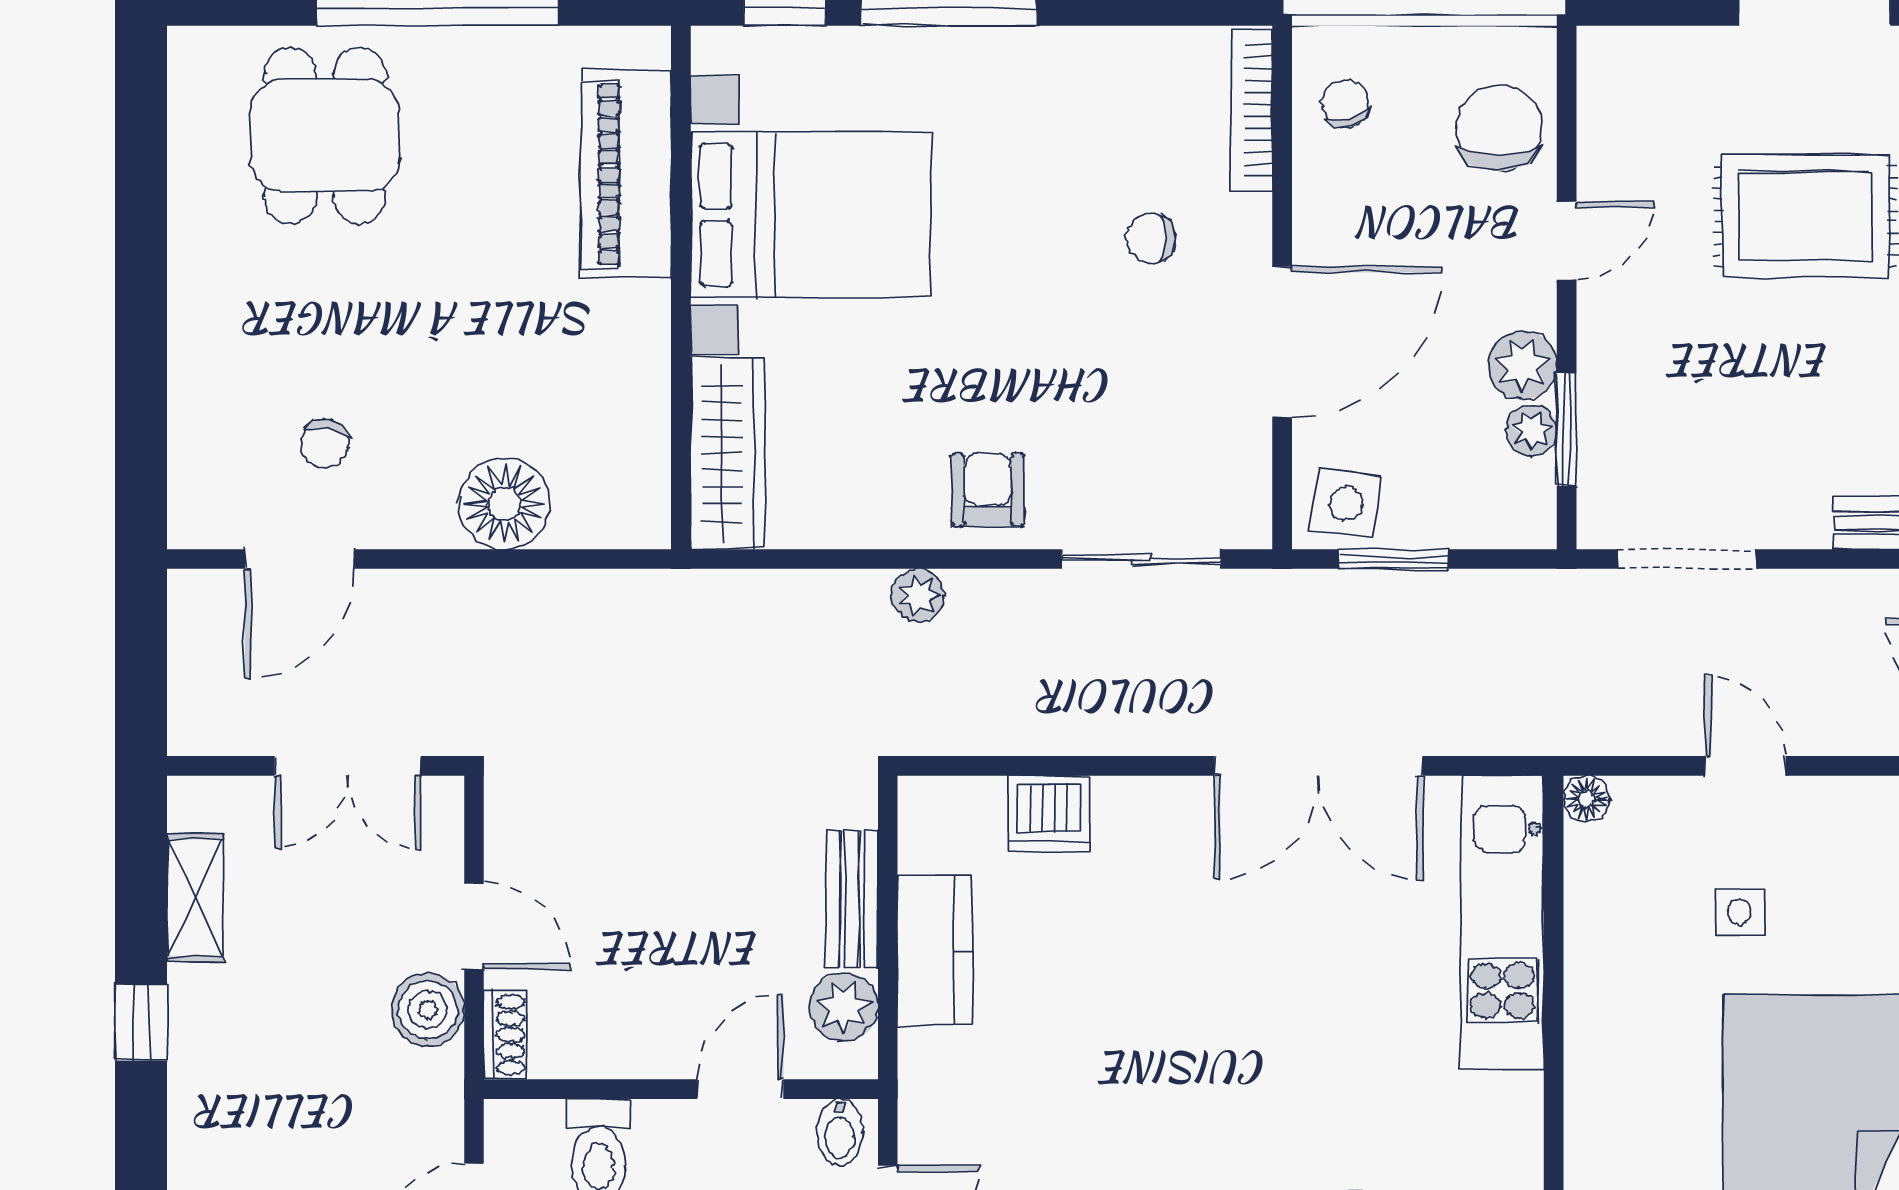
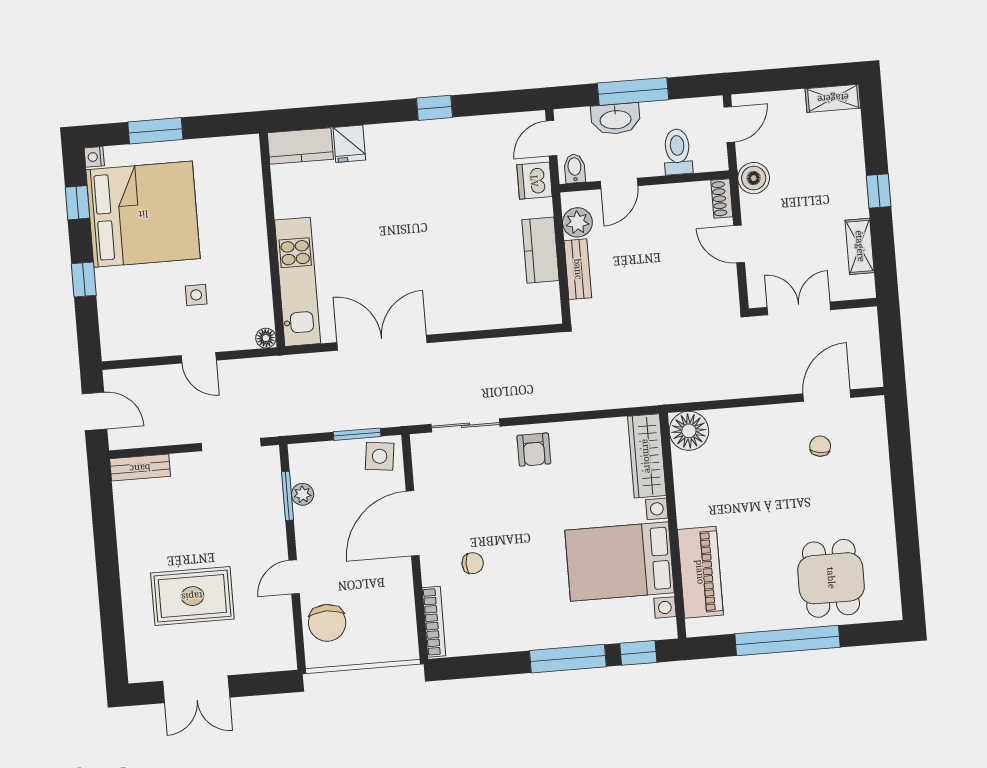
chair: (1346, 104) -> (394, 628), removed
plant: (1522, 365) -> (309, 522), removed
floor lamp: (504, 504) -> (689, 431), moved
plant: (918, 595) -> (560, 402), removed
dishwasher: (1049, 813) -> (534, 181), moved, turned -90
boiler: (428, 1010) -> (754, 178), moved

